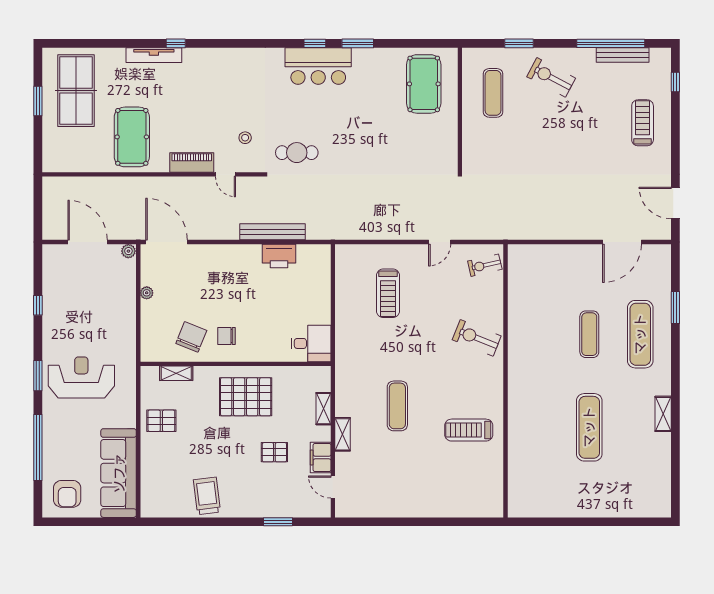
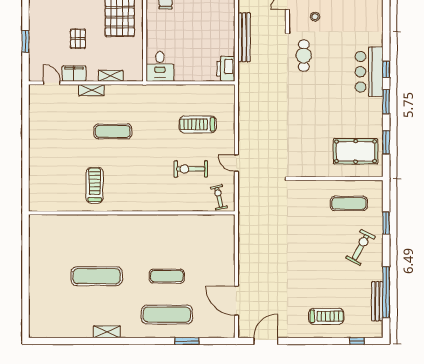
window: (412, 43) -> (386, 142), added
printer: (279, 256) -> (226, 69), moved
exercise bike: (477, 338) -> (191, 169), moved, turned -112
door: (333, 487) -> (52, 83), hinge flipped

